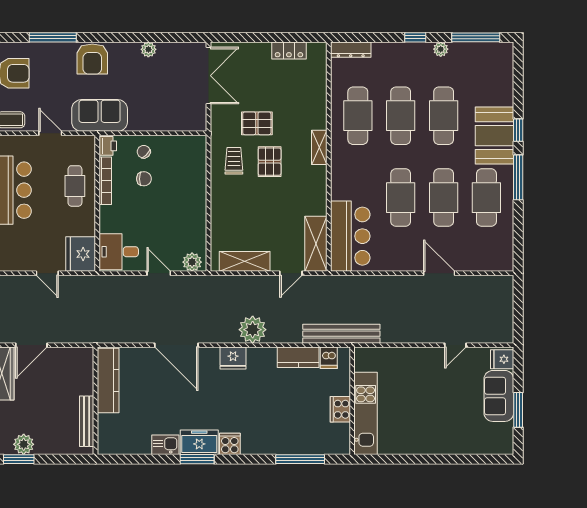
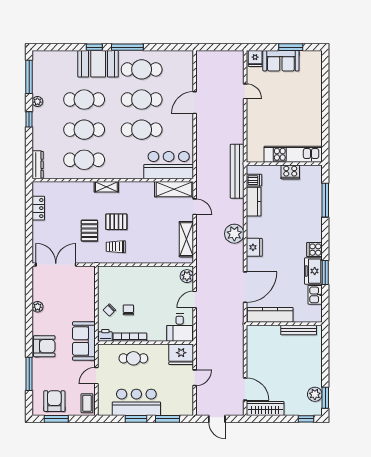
kitchen counter: (108, 381) -> (270, 315), moved
wall: (95, 401) -> (284, 324), moved
bench: (87, 421) -> (299, 330), moved

